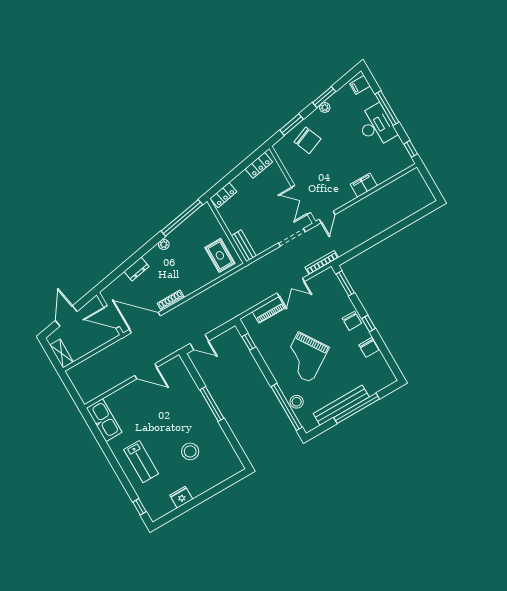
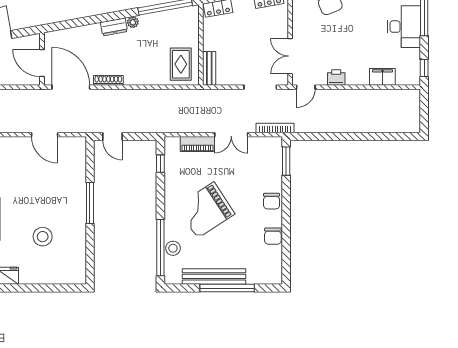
filing cabinet: (364, 185) -> (382, 77), moved
printer: (346, 196) -> (336, 77), added
dresser: (137, 269) -> (114, 27), moved
window: (369, 324) -> (286, 213), removed

